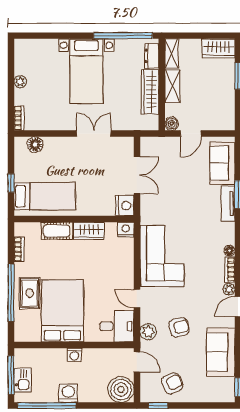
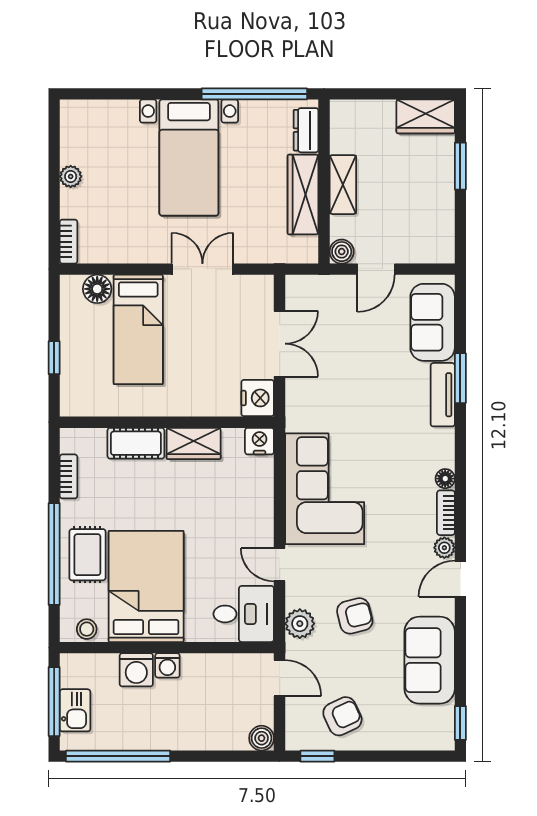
shelving: (172, 54) -> (342, 126), removed
bed: (45, 196) -> (138, 329), moved, turned 90
stool: (29, 335) -> (87, 629), added
boiler: (121, 390) -> (262, 738), width x0.54, depth x0.54
washing machine: (68, 393) -> (136, 670), moved, turned 180

